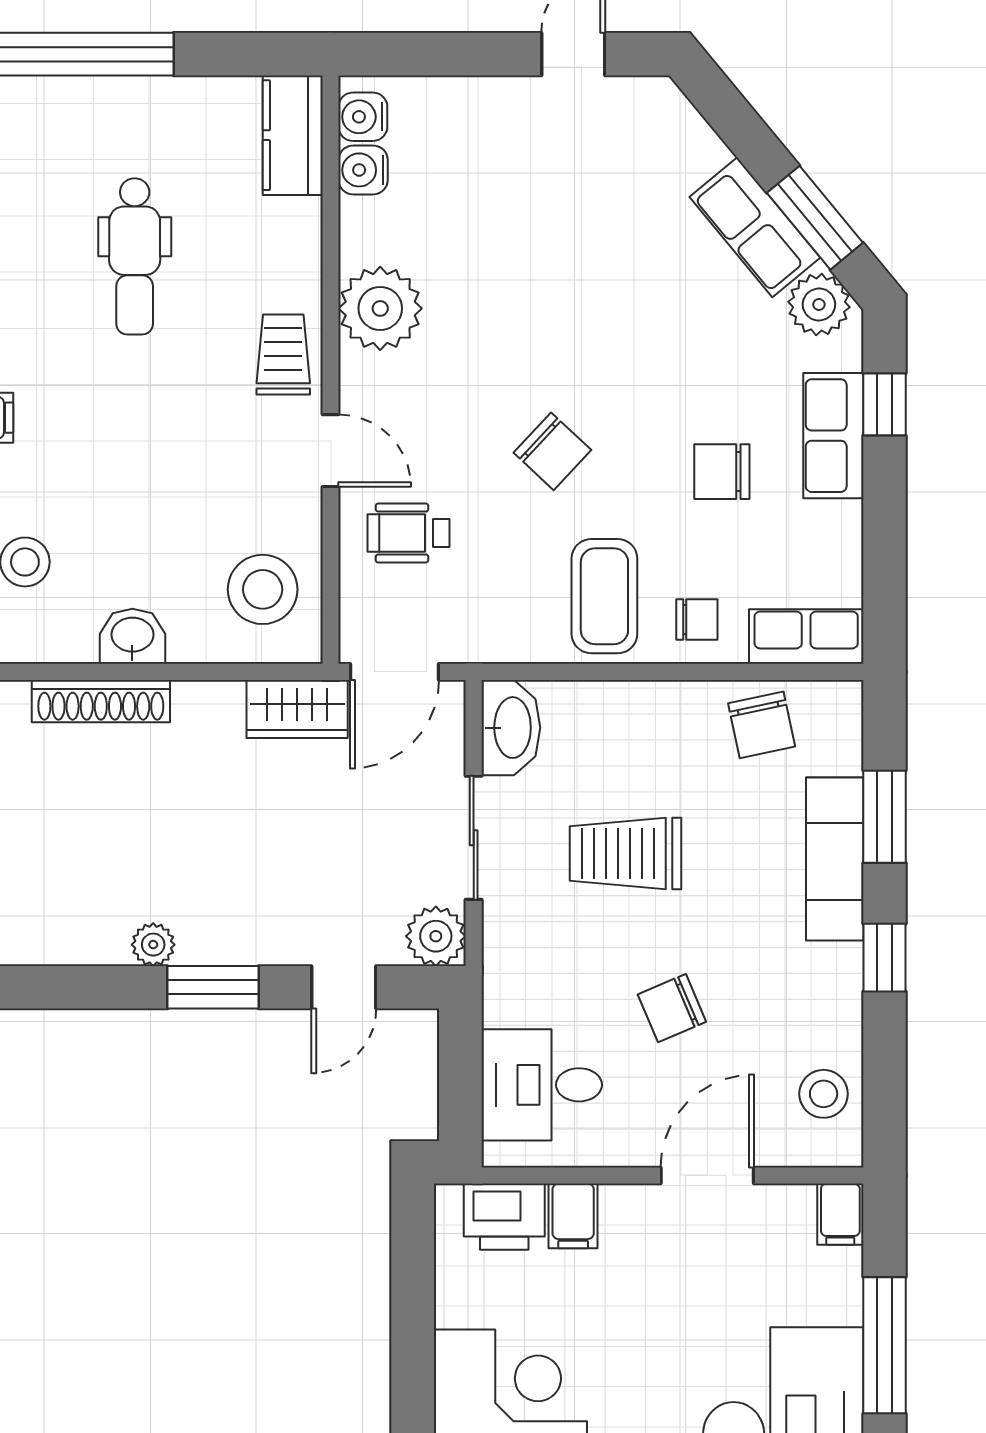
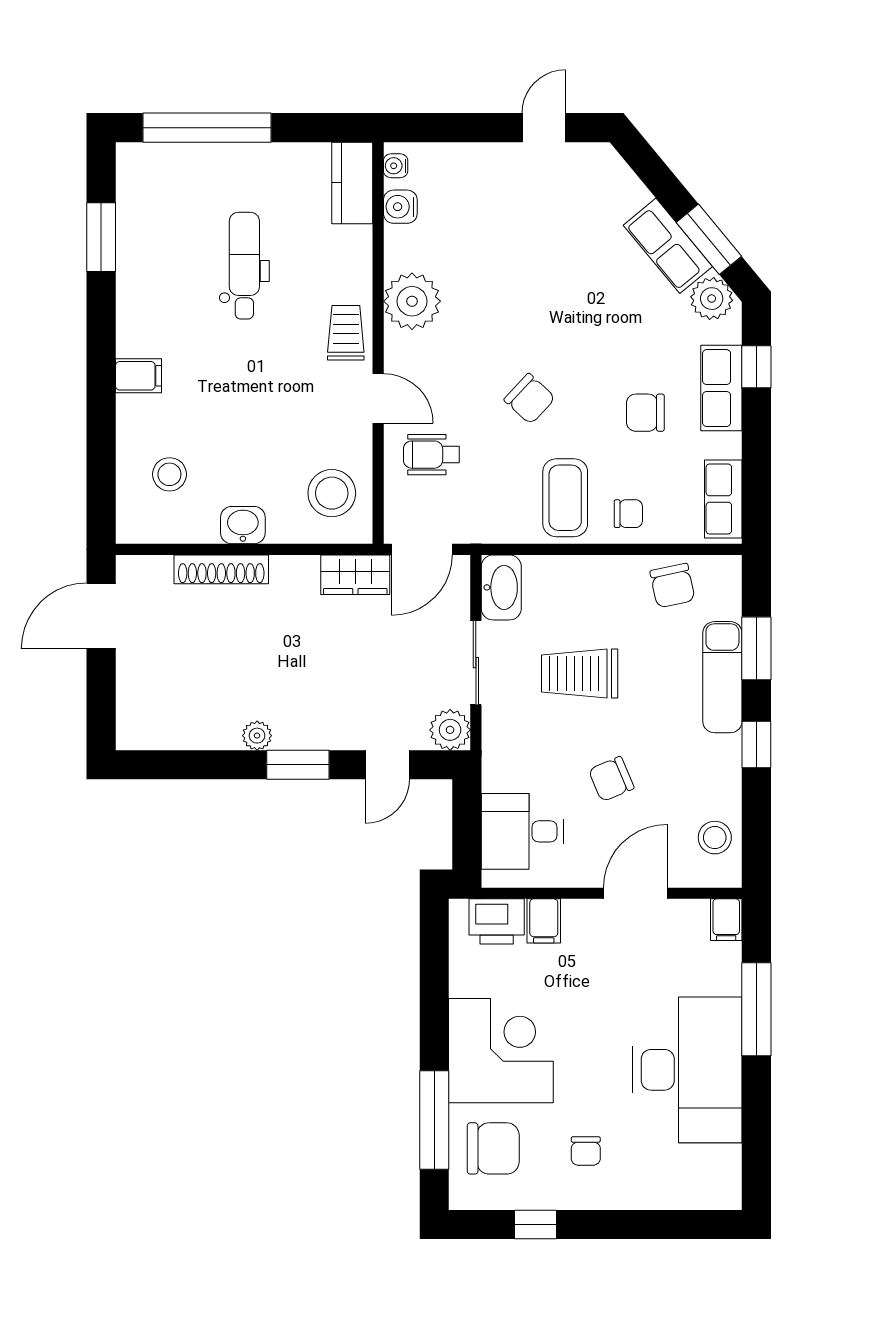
water cooler: (363, 117) -> (396, 166), width x0.72, depth x0.72
dental chair: (135, 256) -> (244, 266), turned 180
row of seats: (806, 637) -> (723, 499), moved, turned -90

